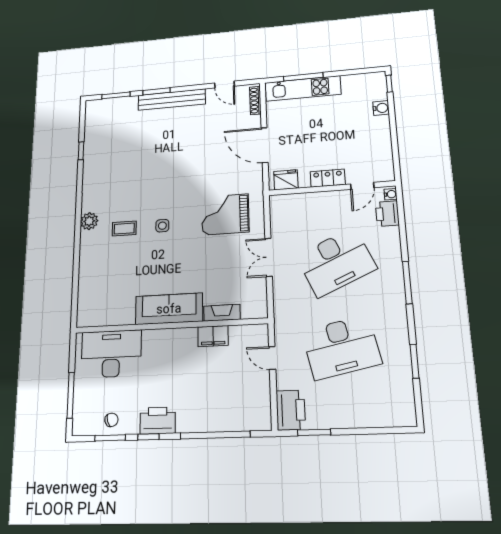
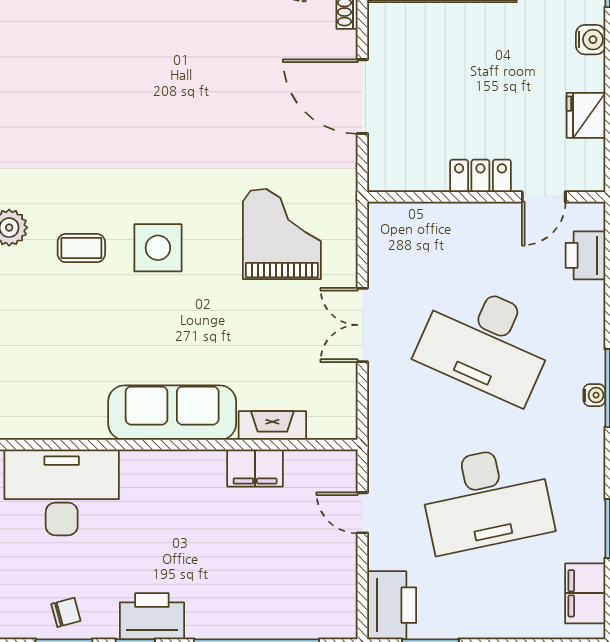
fridge: (286, 180) -> (586, 115), moved, turned -90
water cooler: (391, 194) -> (594, 395), moved
grand piano: (225, 214) -> (282, 234), turned 90
side table: (162, 226) -> (158, 248), width x1.87, depth x1.87
desk: (336, 262) -> (486, 342), turned 48
filing cabinet: (403, 399) -> (585, 593), added

